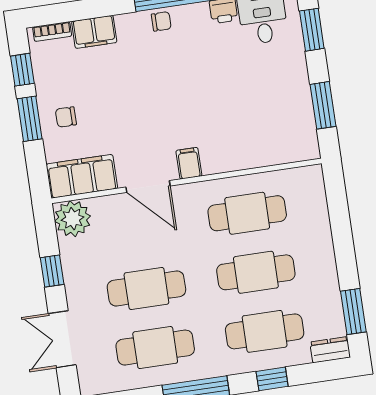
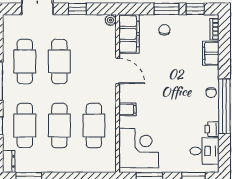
corner desk: (274, 131) -> (139, 148), added
filing cabinet: (189, 163) -> (127, 109), moved
door: (148, 187) -> (118, 71), swing flipped
plant: (73, 219) -> (111, 20), width x0.53, depth x0.53

